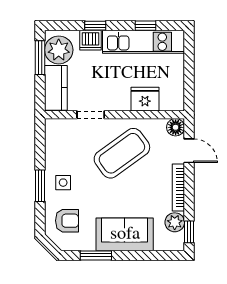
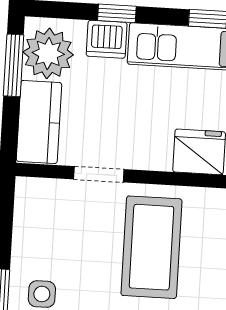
coffee table: (122, 153) -> (151, 247), turned -54

